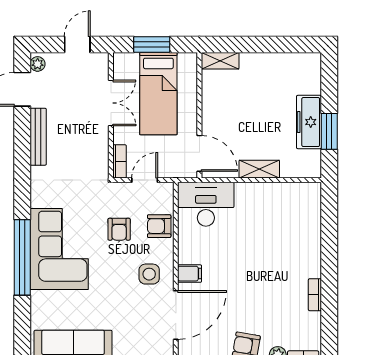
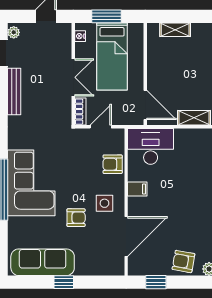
shelving: (220, 61) -> (175, 30), moved
nightstand: (119, 69) -> (80, 36), added
double door: (111, 103) -> (73, 77), moved
armchair: (119, 229) -> (76, 218), moved, turned -90
filing cabinet: (190, 274) -> (137, 189), moved

